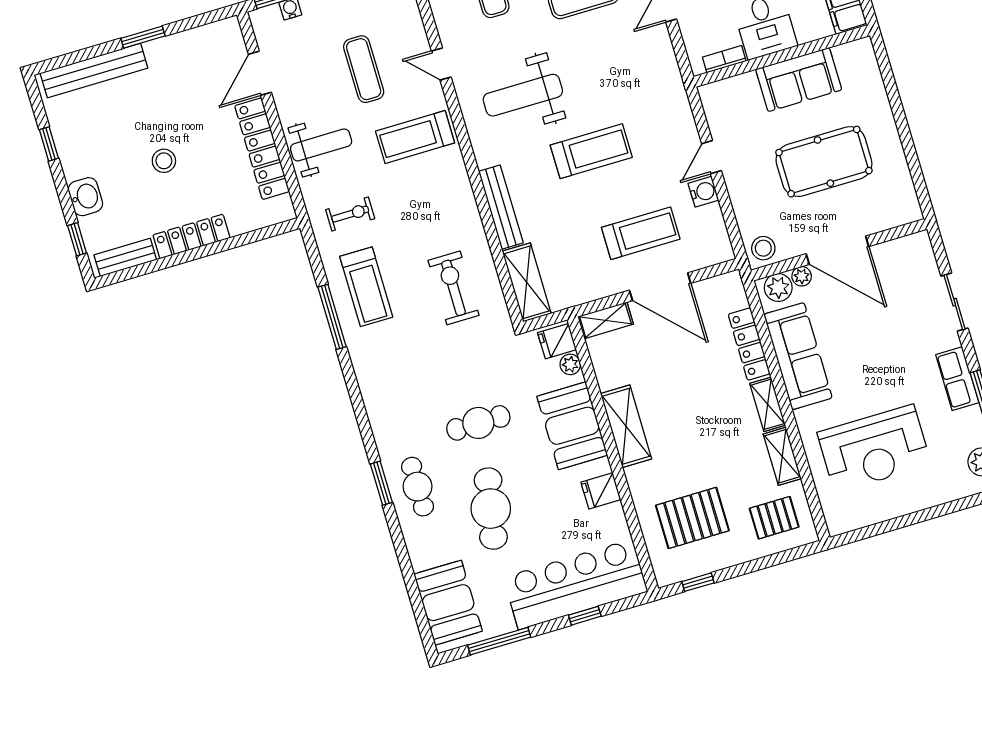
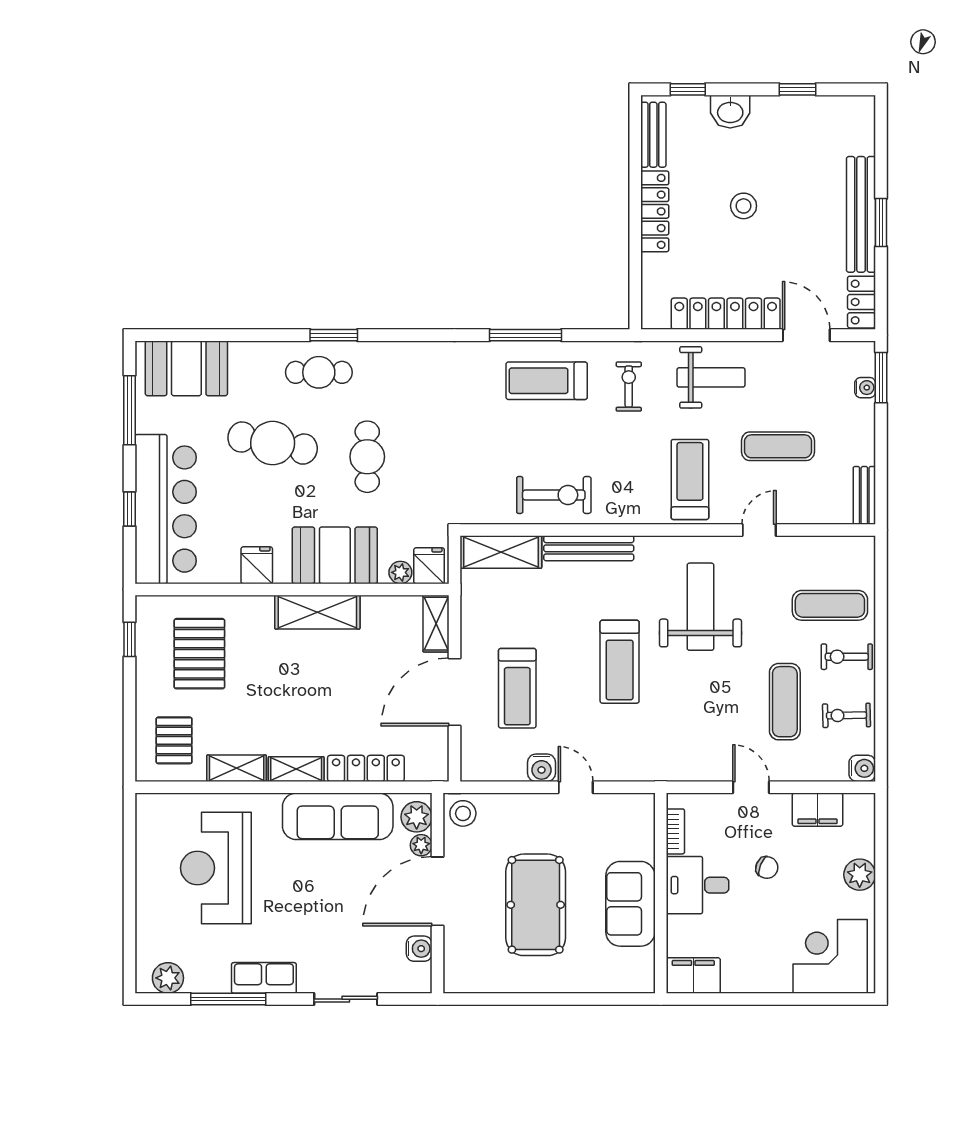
locker: (217, 34) -> (862, 302), added
bench: (94, 71) -> (861, 214), moved
weight bench: (321, 145) -> (711, 377), turned -90
exercise bike: (350, 214) -> (629, 387), turned 180
water cooler: (892, 251) -> (419, 949), added
exercise bike: (454, 288) -> (554, 495), moved

